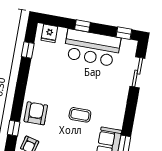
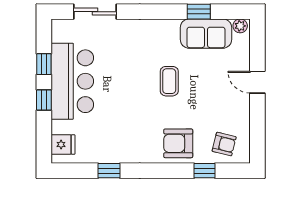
window: (124, 33) -> (44, 64), moved
window: (28, 50) -> (109, 171), moved

